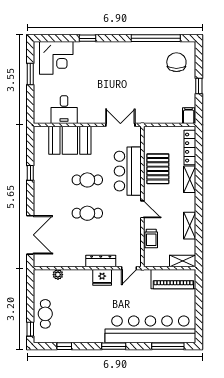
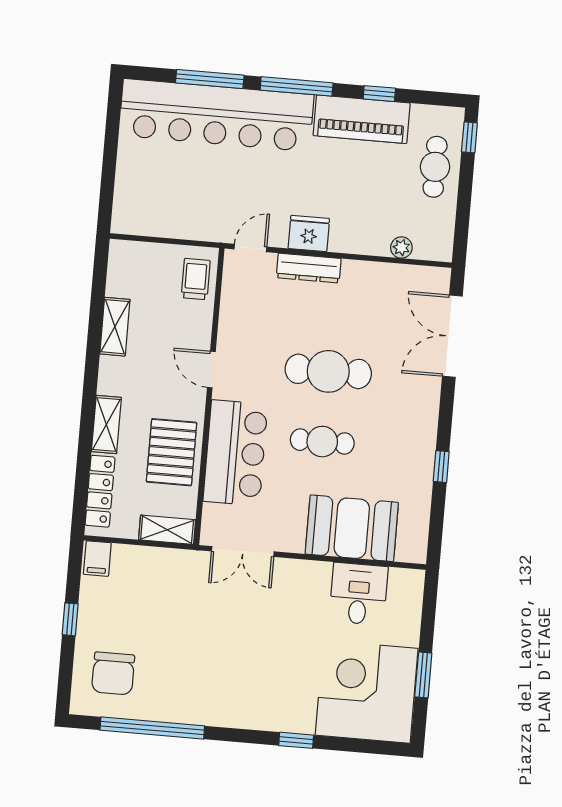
corner desk: (56, 58) -> (367, 692), width x1.36, depth x1.36
cafe table: (87, 213) -> (328, 371), width x1.37, depth x1.35
trolley: (151, 238) -> (196, 279), moved
shelving: (183, 261) -> (167, 530), moved
piano: (173, 279) -> (362, 119), moved, turned 180
window: (64, 346) -> (379, 94), moved
window: (114, 346) -> (297, 86), width x1.44
window: (168, 346) -> (210, 79), moved

